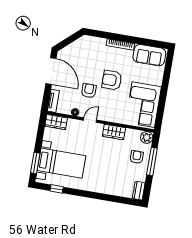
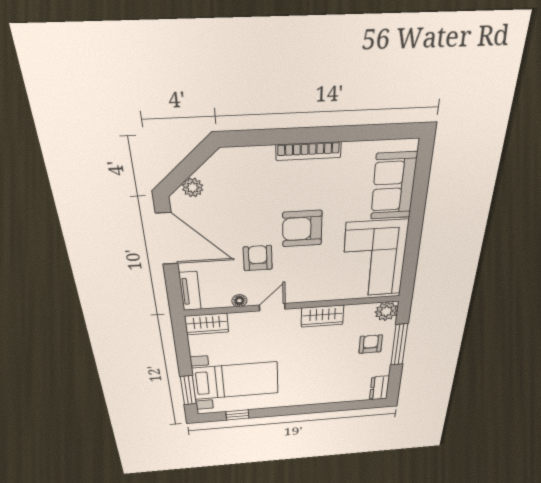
plant: (69, 50) -> (193, 188), added
sofa: (149, 55) -> (394, 186), moved, turned 90

